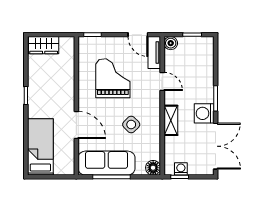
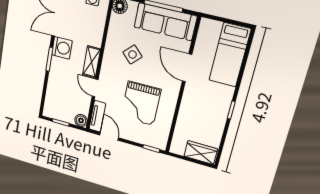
shelving: (171, 120) -> (91, 62), moved

